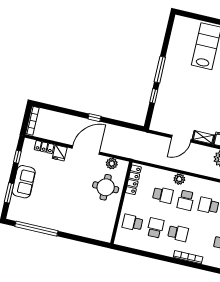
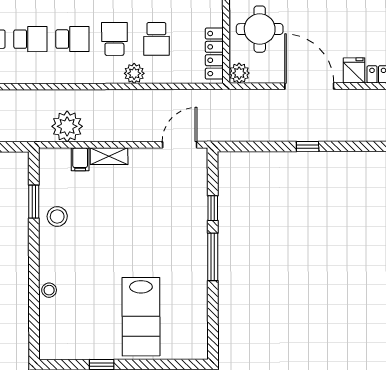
door: (181, 139) -> (180, 145), moved
door: (86, 150) -> (309, 86), swing flipped
plant: (112, 164) -> (239, 73), moved
school desk: (163, 195) -> (156, 39), turned -90

